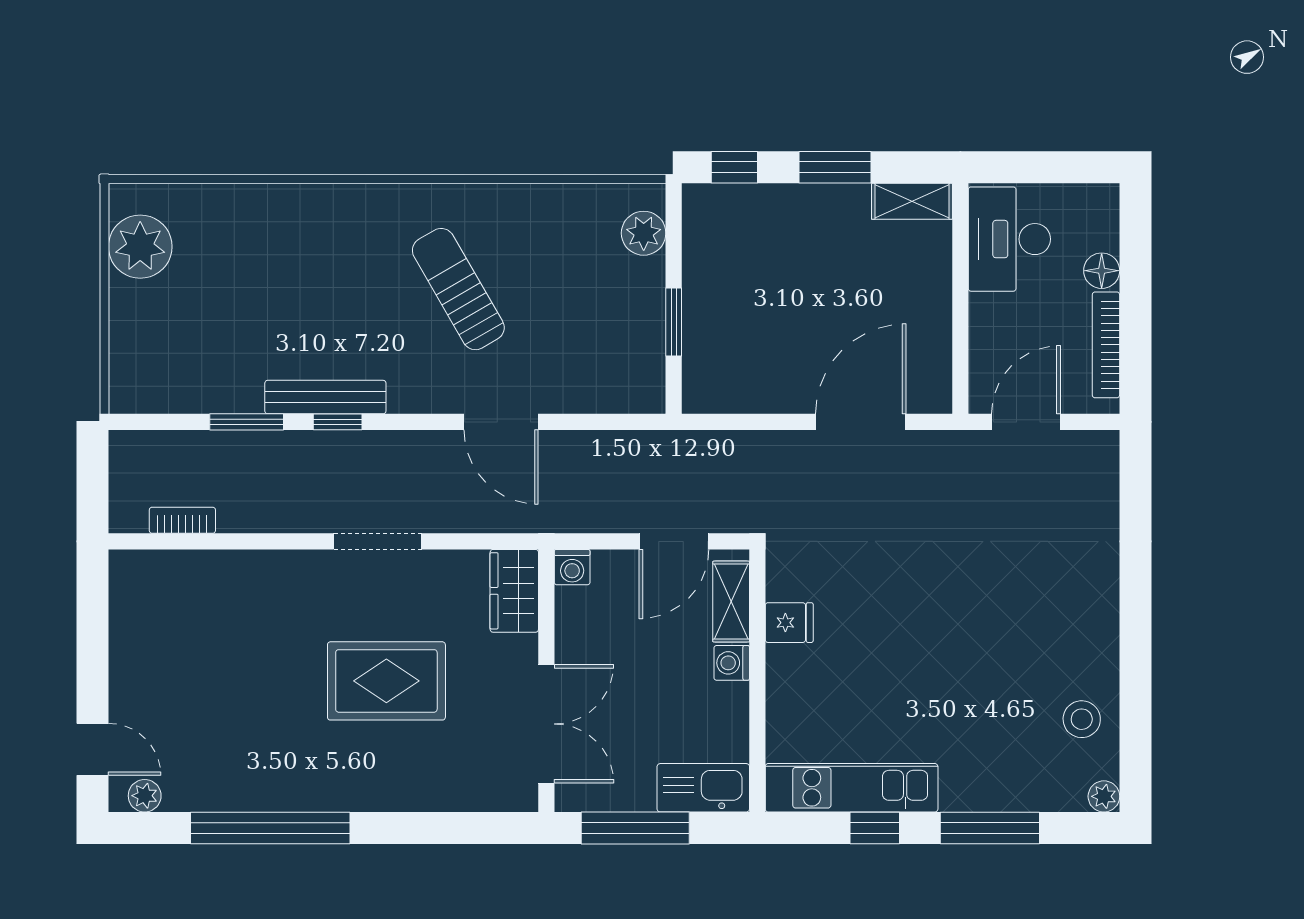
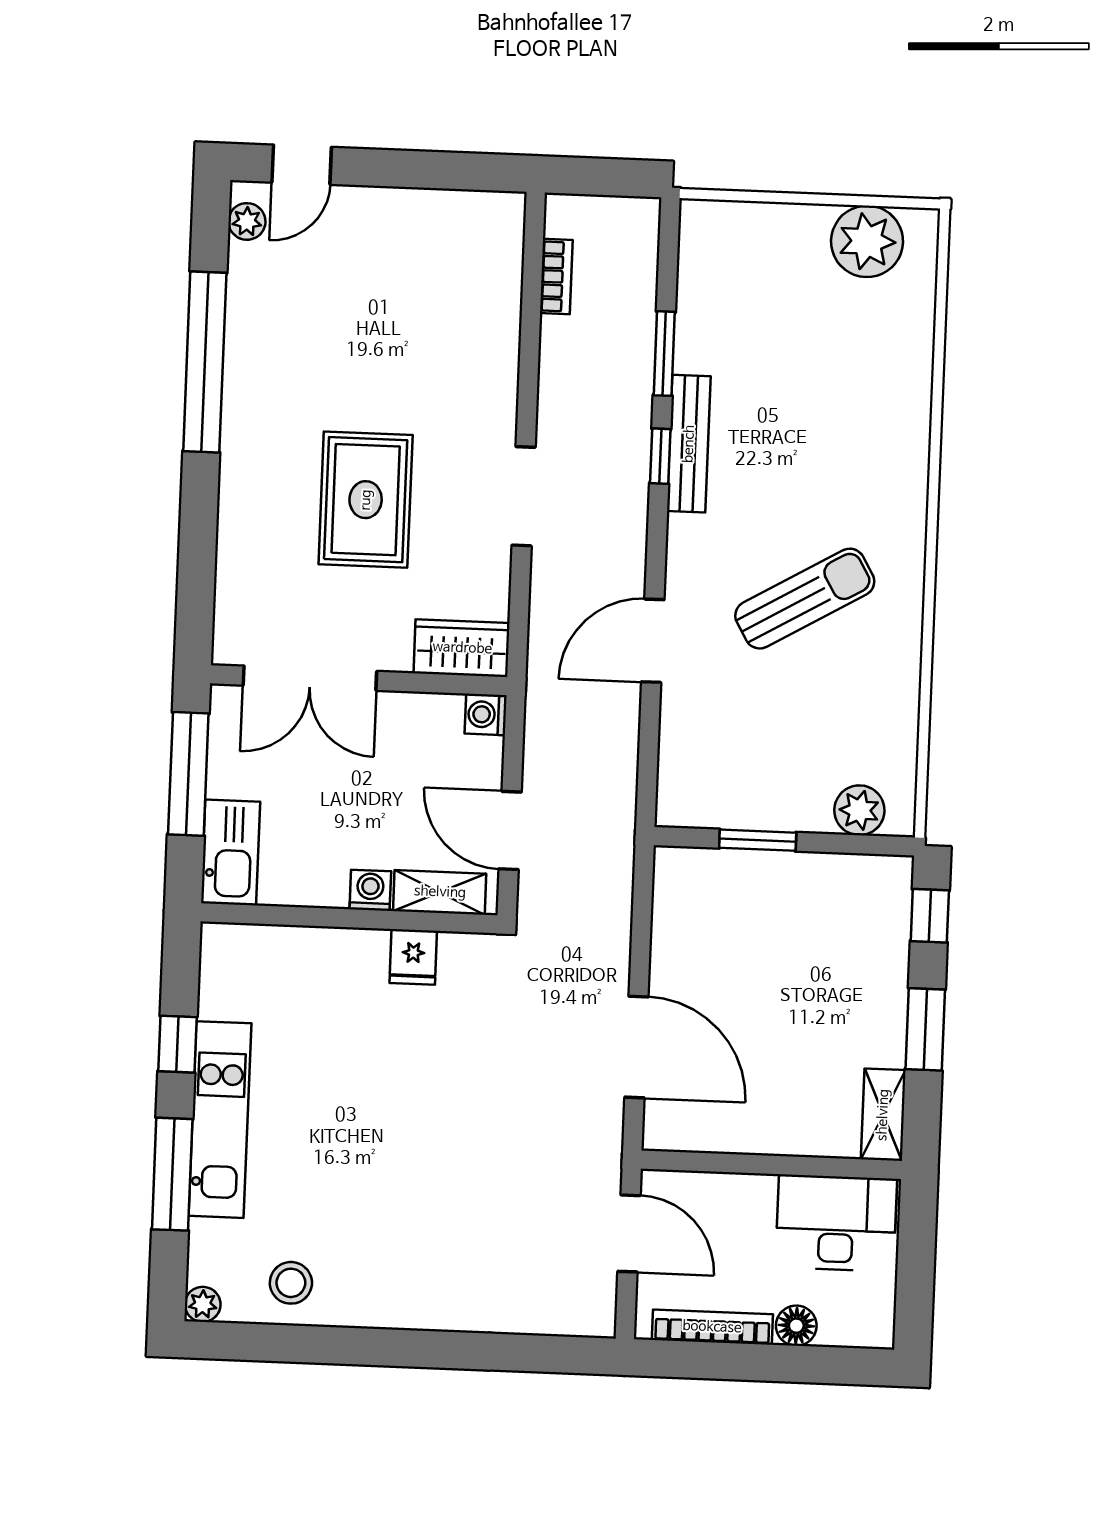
kitchen unit: (852, 788) -> (220, 1120), moved

